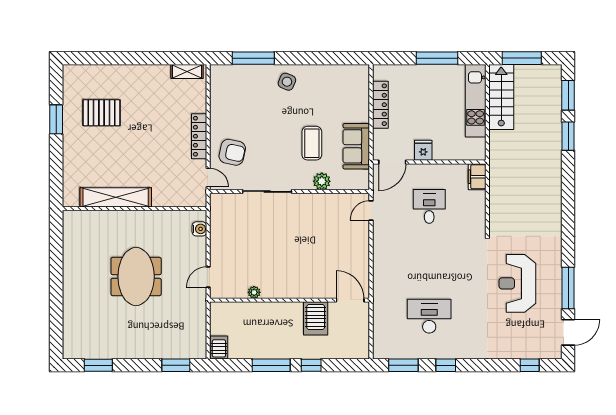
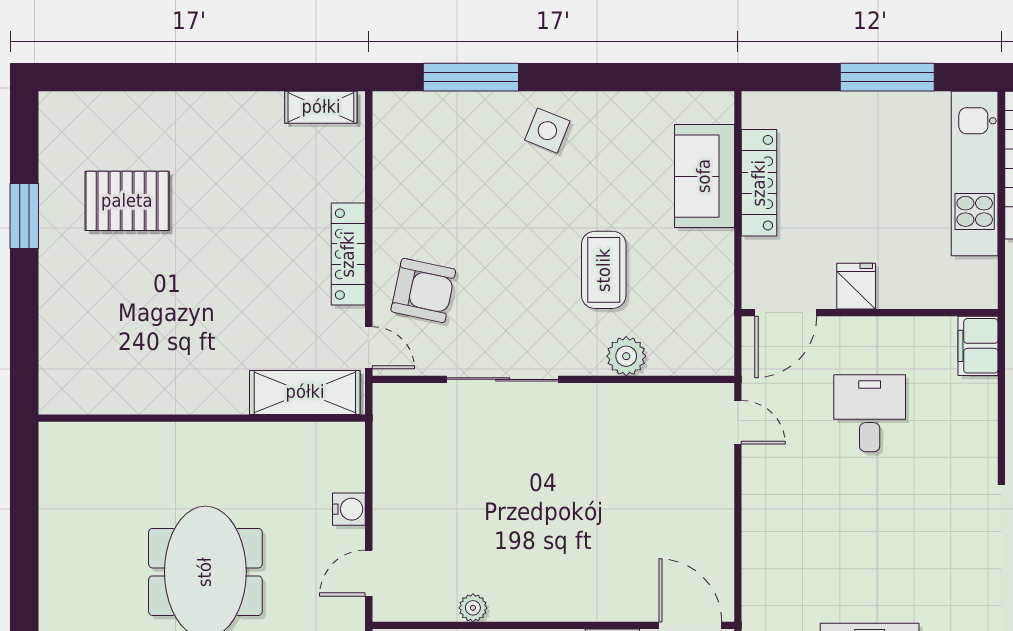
sofa: (356, 146) -> (704, 176), moved
shelving: (116, 197) -> (305, 392), moved, width x0.68
door: (371, 210) -> (738, 422), swing flipped
water cooler: (199, 229) -> (349, 509), moved

